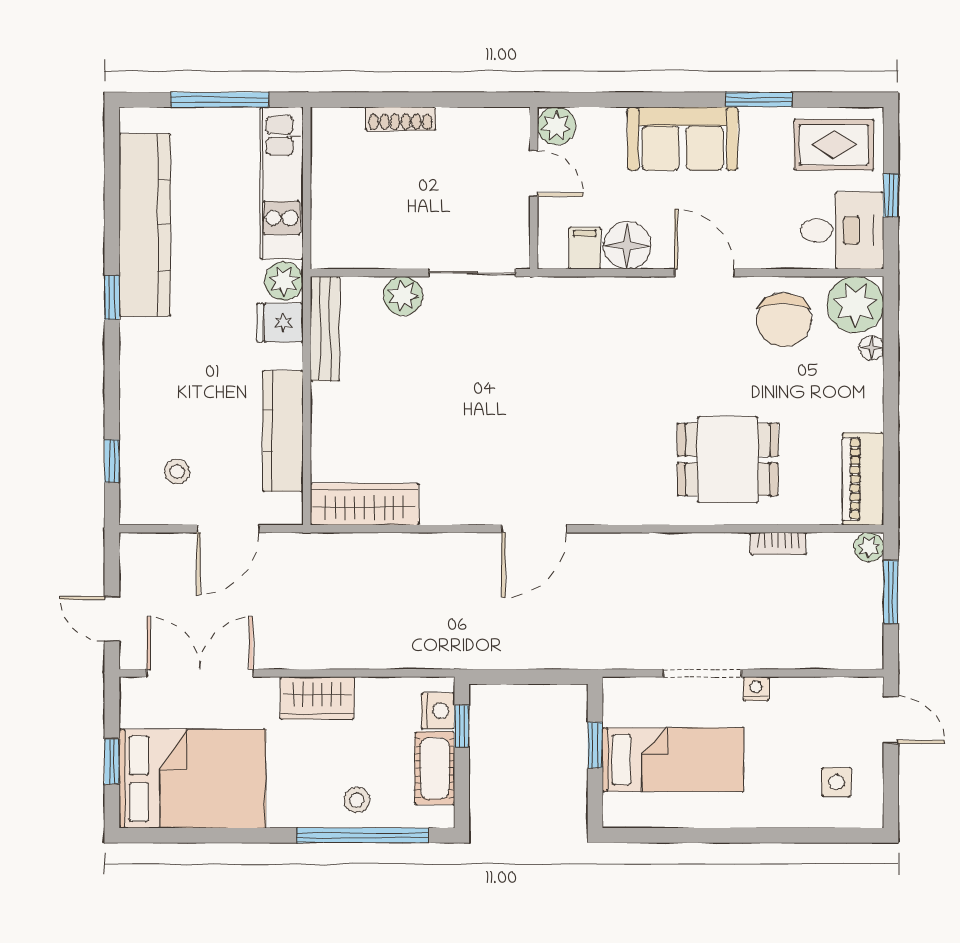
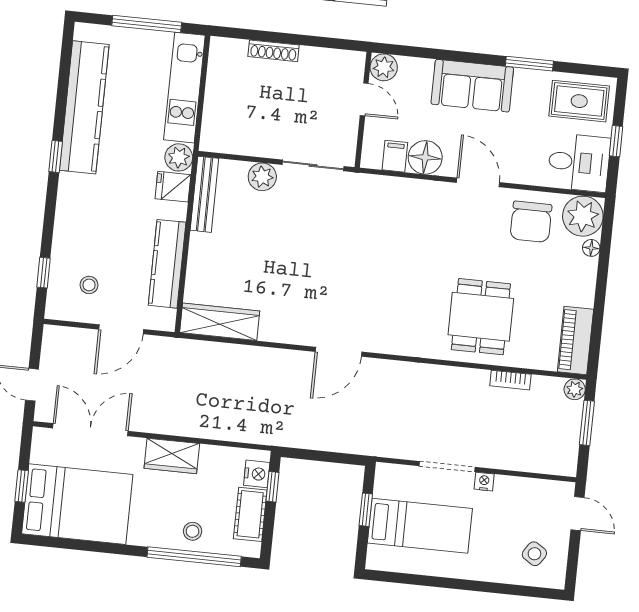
dining table: (728, 459) -> (481, 317), turned 90
side table: (837, 782) -> (534, 554), turned 33

